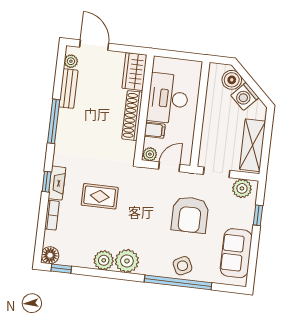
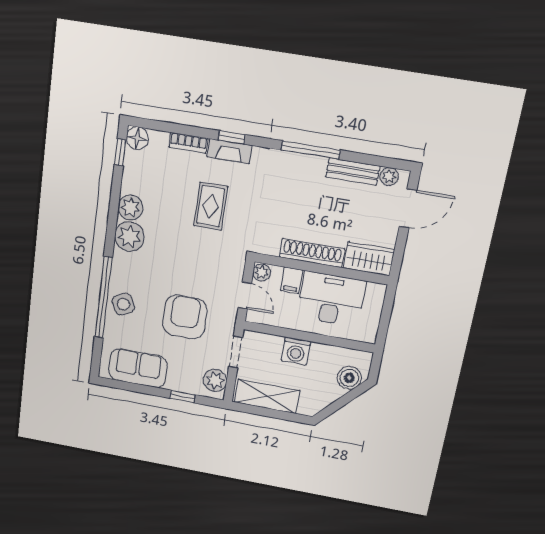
washing machine: (245, 96) -> (296, 351), moved, turned -133
armchair: (190, 215) -> (185, 317), turned 90

